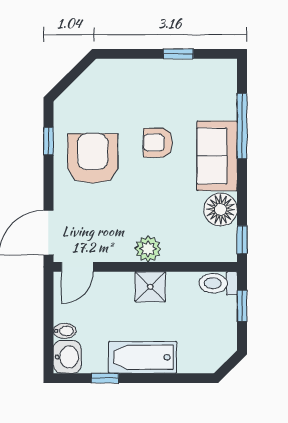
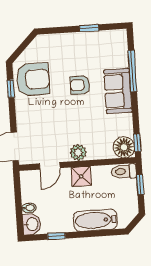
armchair: (93, 159) -> (33, 79), moved, turned 90
floor lamp: (221, 209) -> (124, 147), moved
door: (77, 267) -> (50, 166), moved
bathtub: (143, 357) -> (95, 220), moved

